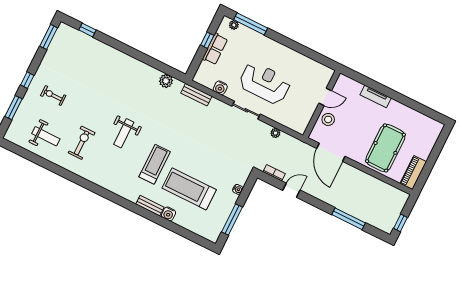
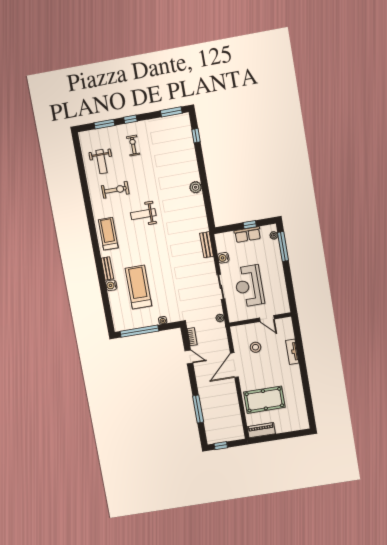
plant: (166, 81) -> (196, 187), moved
reception desk: (265, 83) -> (249, 286), turned 180
tv unit: (376, 96) -> (292, 352), moved
door: (325, 97) -> (267, 318), moved
wall: (322, 104) -> (260, 320), moved
treadmill: (155, 164) -> (108, 234), moved, turned -90
window: (232, 219) -> (139, 331), width x1.46

